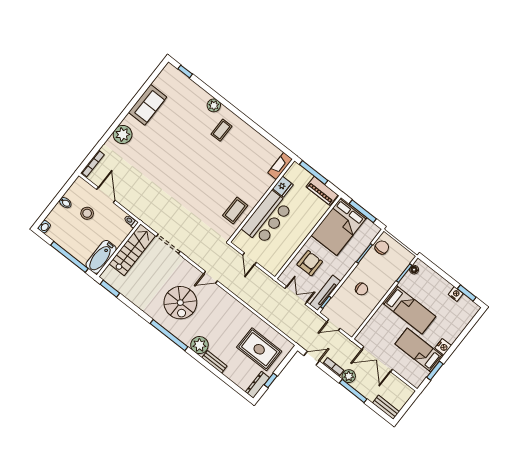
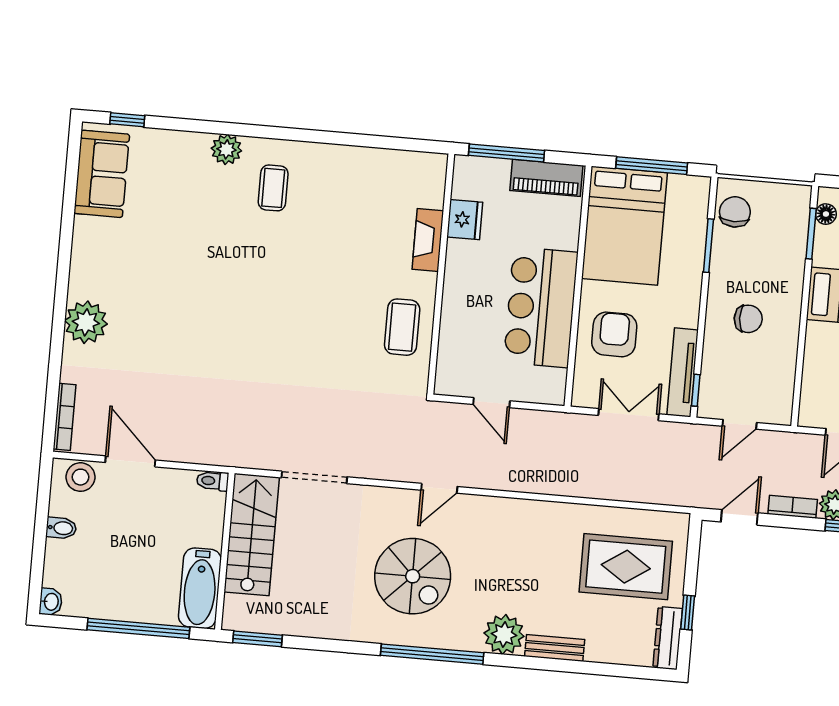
sofa: (148, 105) -> (102, 174), moved
fireplace: (280, 166) -> (428, 240), moved
stool: (87, 213) -> (80, 477), moved
bar counter: (267, 218) -> (541, 307), moved, turned 180

